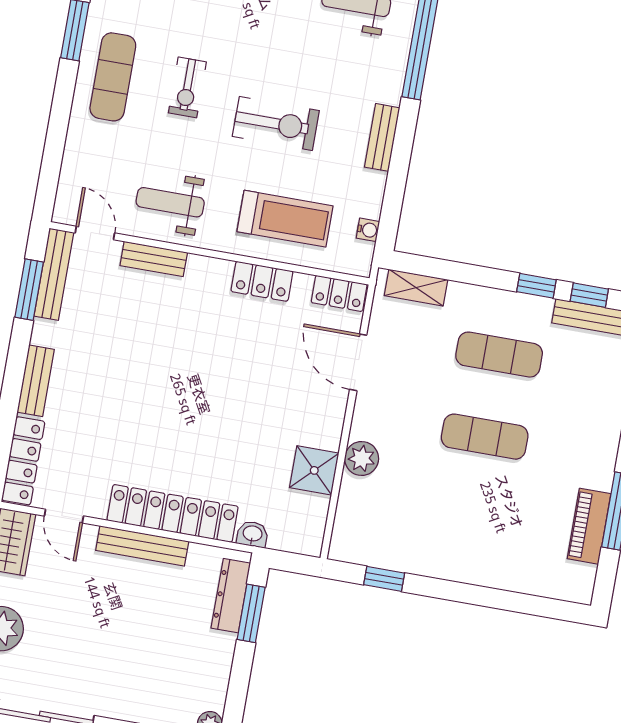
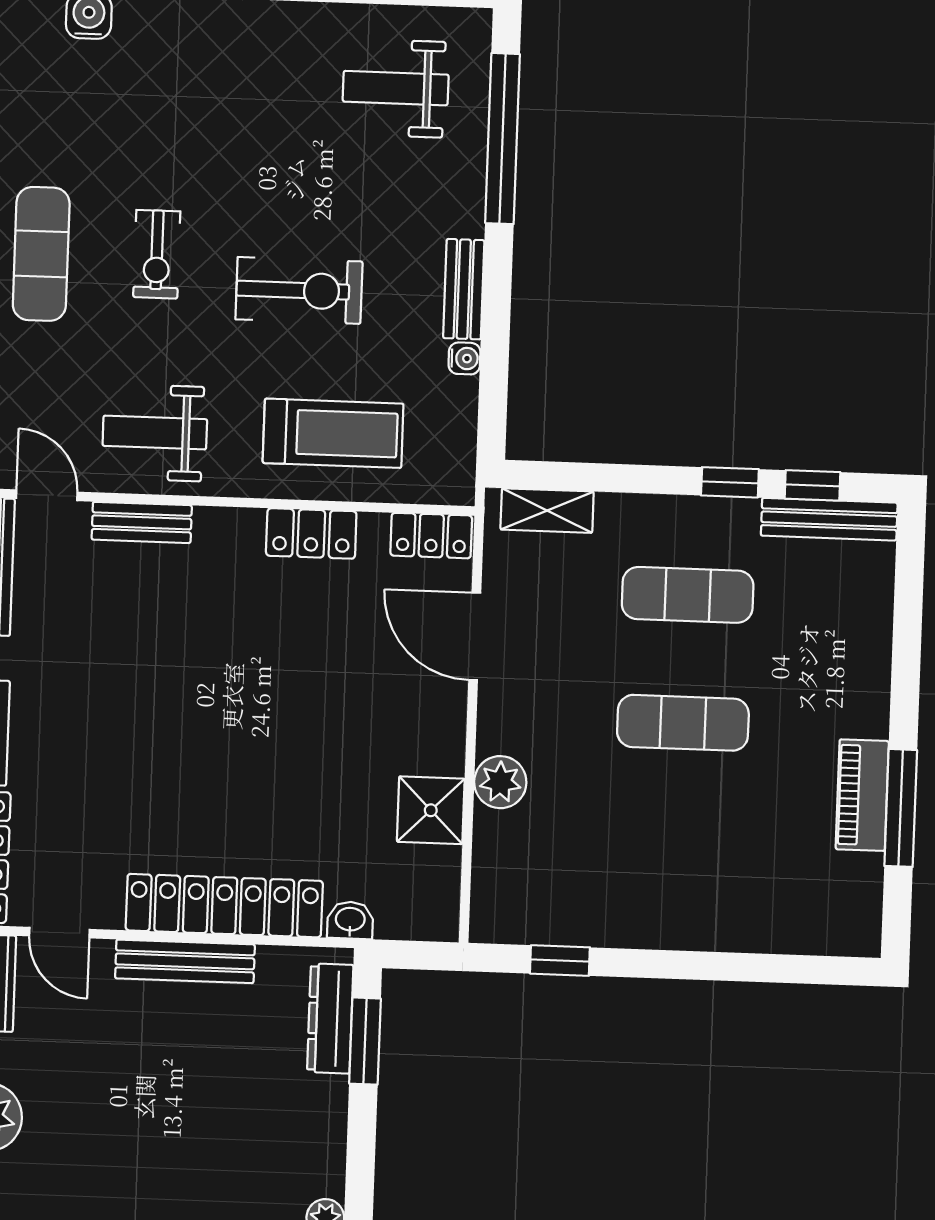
water cooler: (368, 230) -> (464, 358), moved
piano: (589, 526) -> (862, 795), moved

